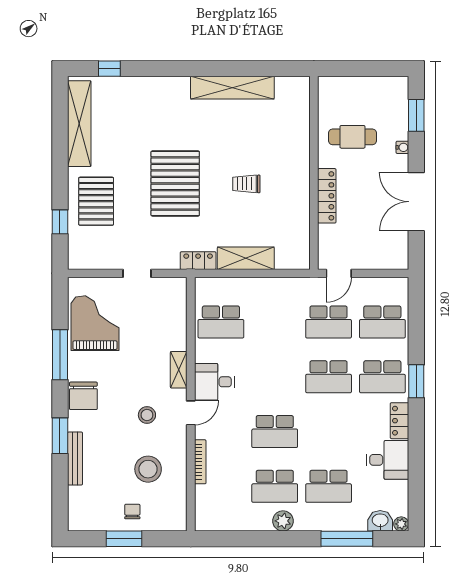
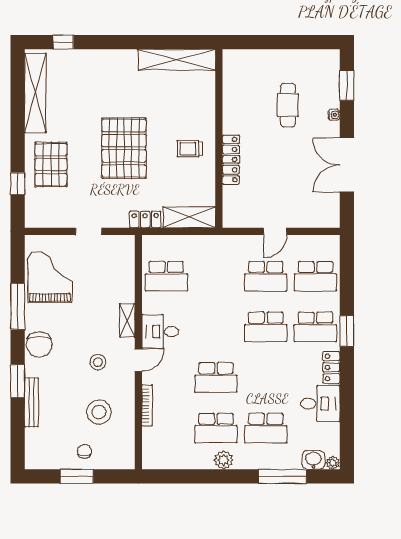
cafe table: (352, 137) -> (288, 105), turned 90
wall: (314, 173) -> (219, 138), moved
locker: (327, 196) -> (231, 160), moved

